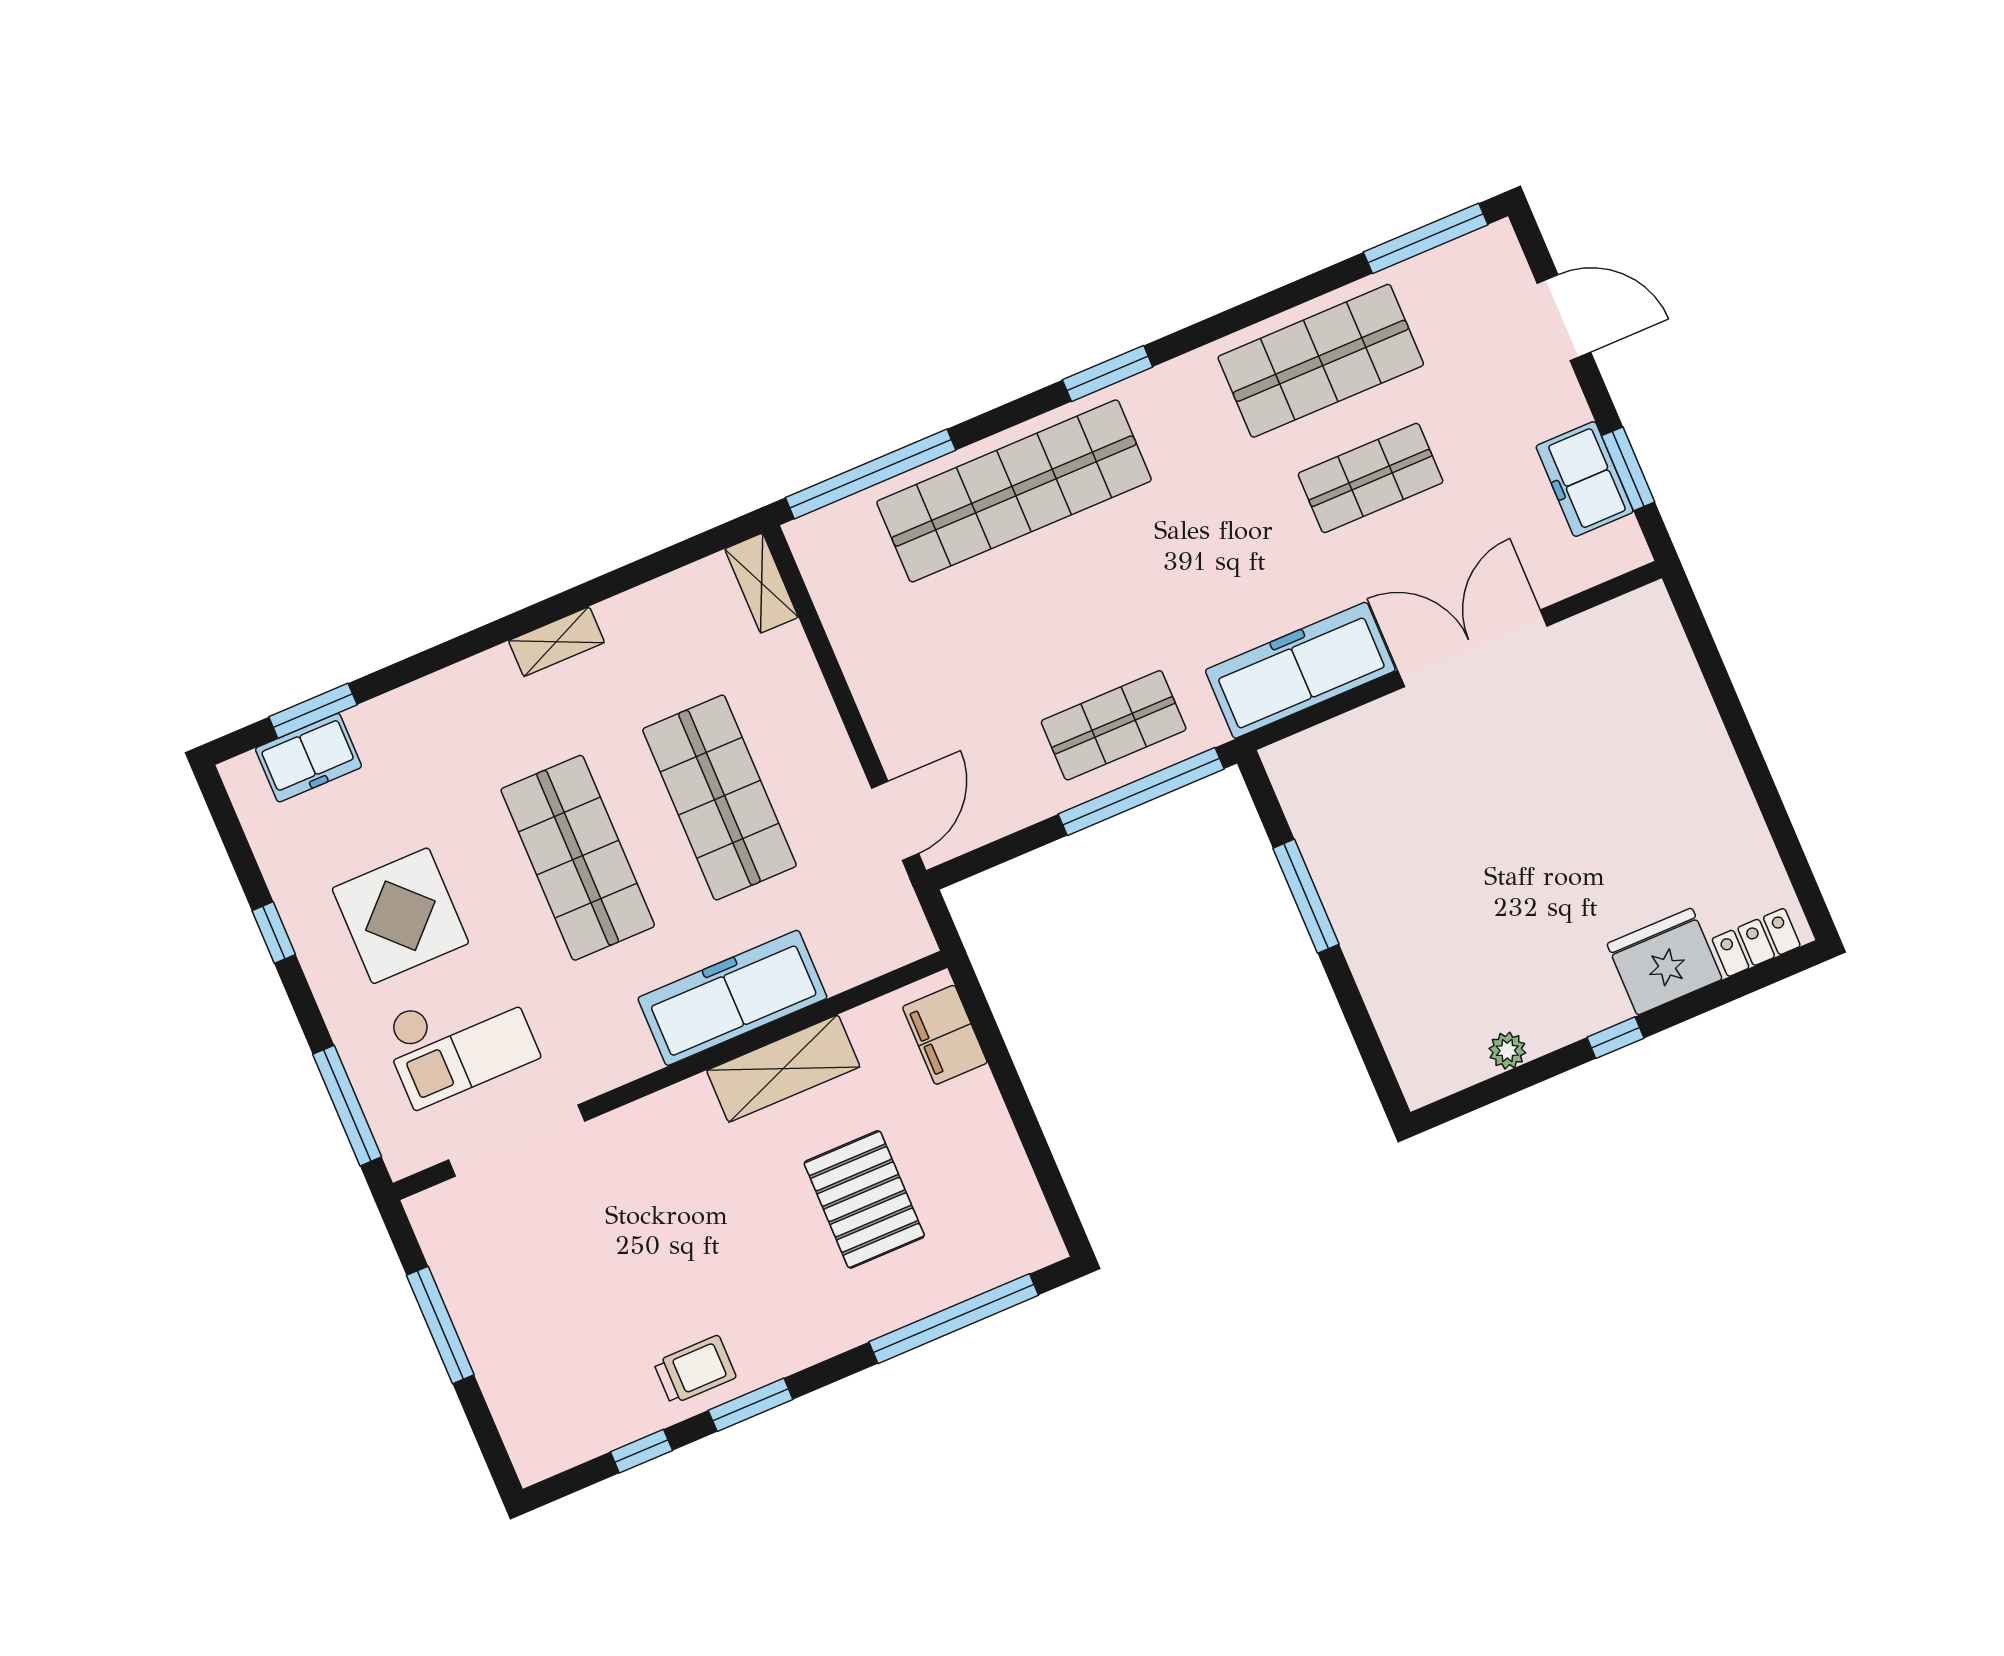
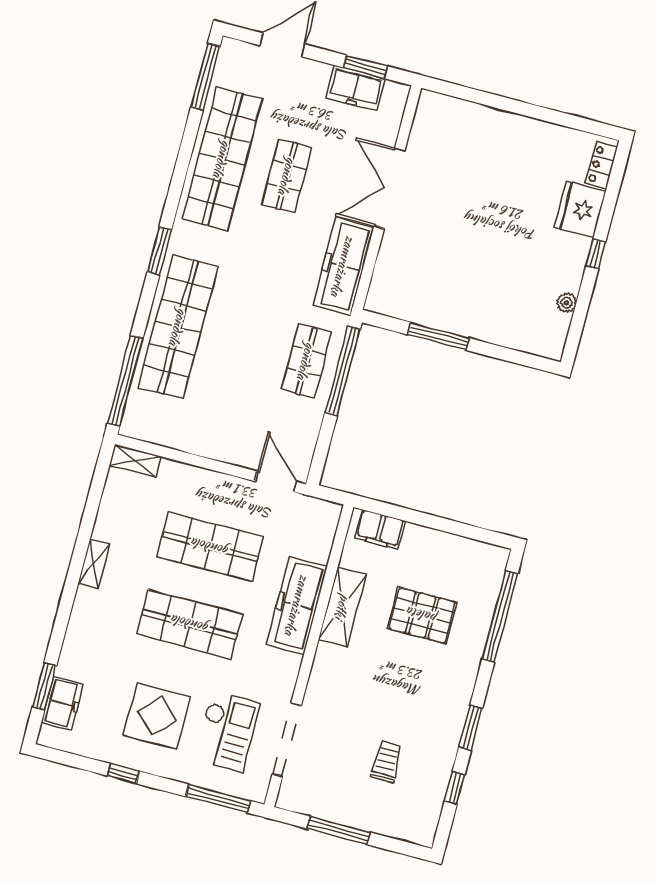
shop shelf: (1321, 361) -> (222, 159), width x1.40
trolley: (695, 1370) -> (387, 762), moved

